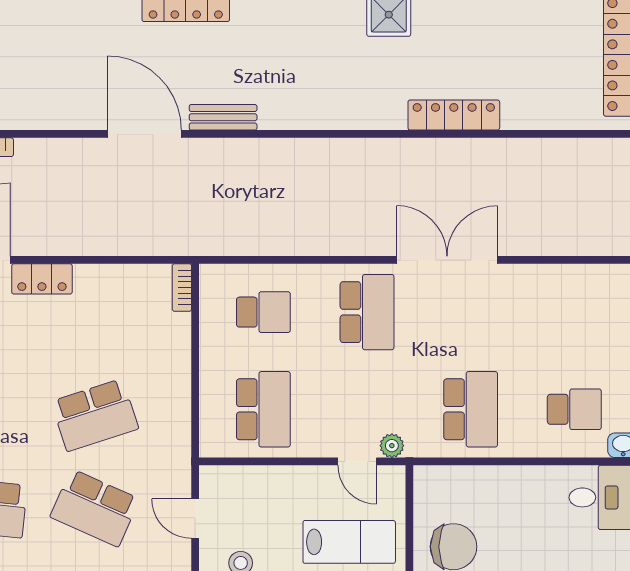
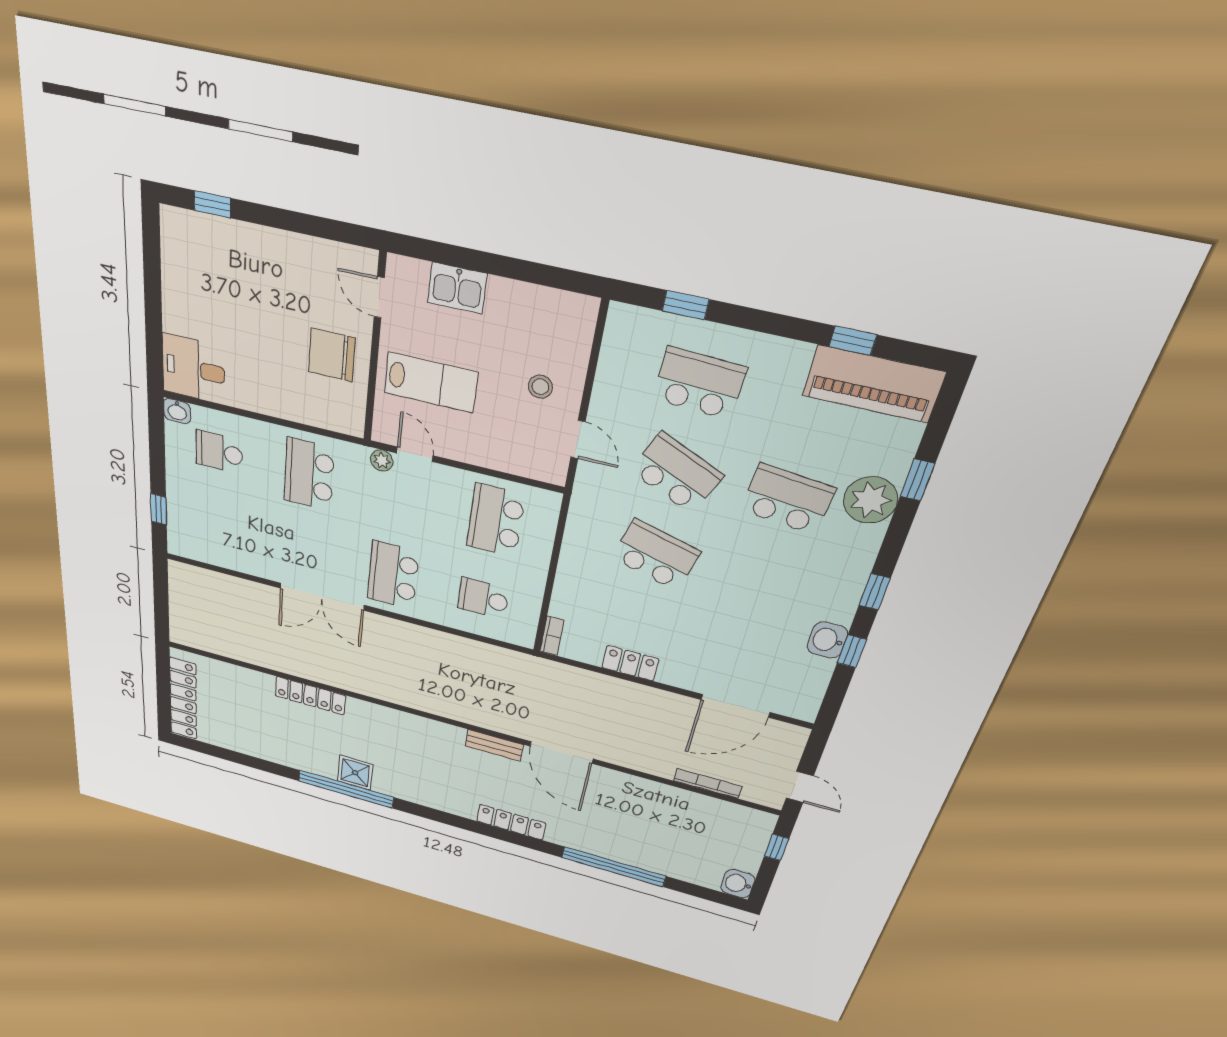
locker: (42, 279) -> (630, 663), moved
school desk: (95, 415) -> (656, 555), turned 33
lab bench: (349, 542) -> (431, 382), turned 180

